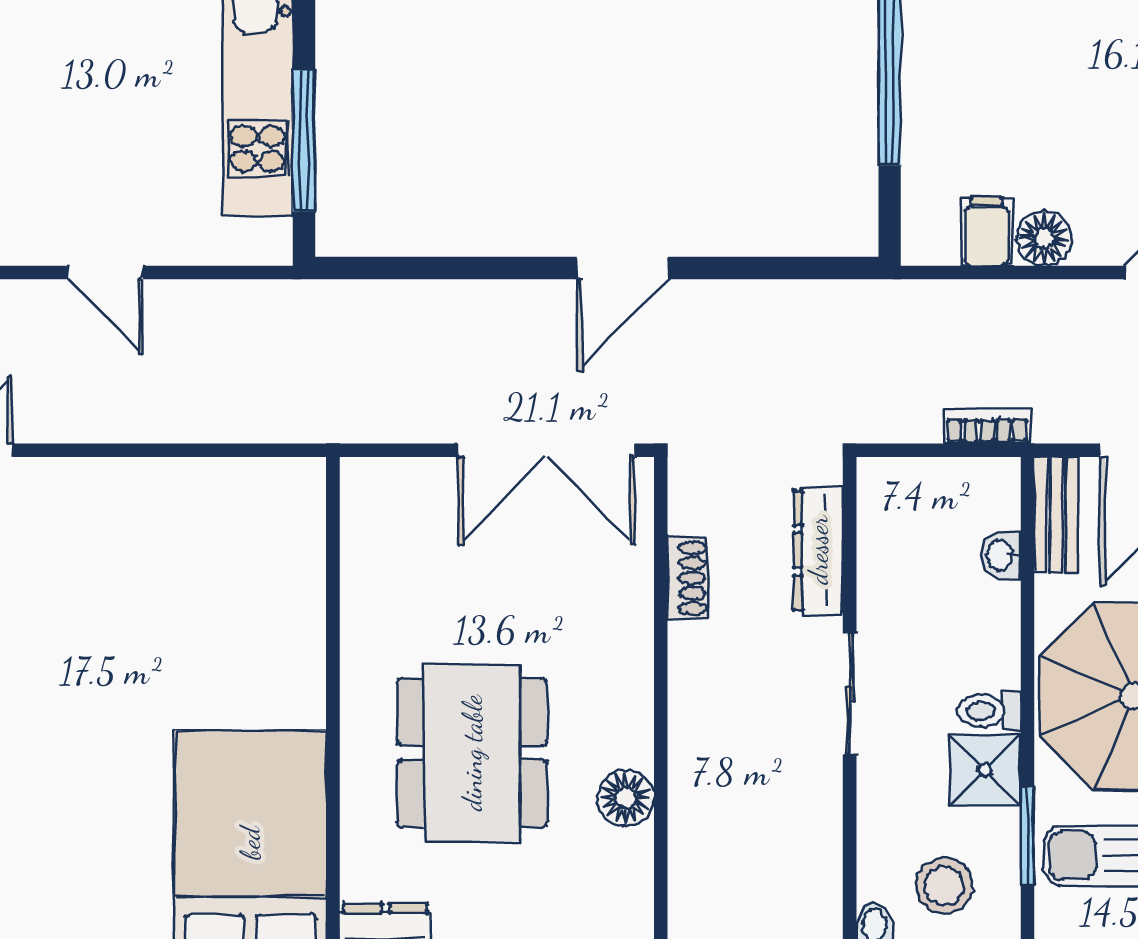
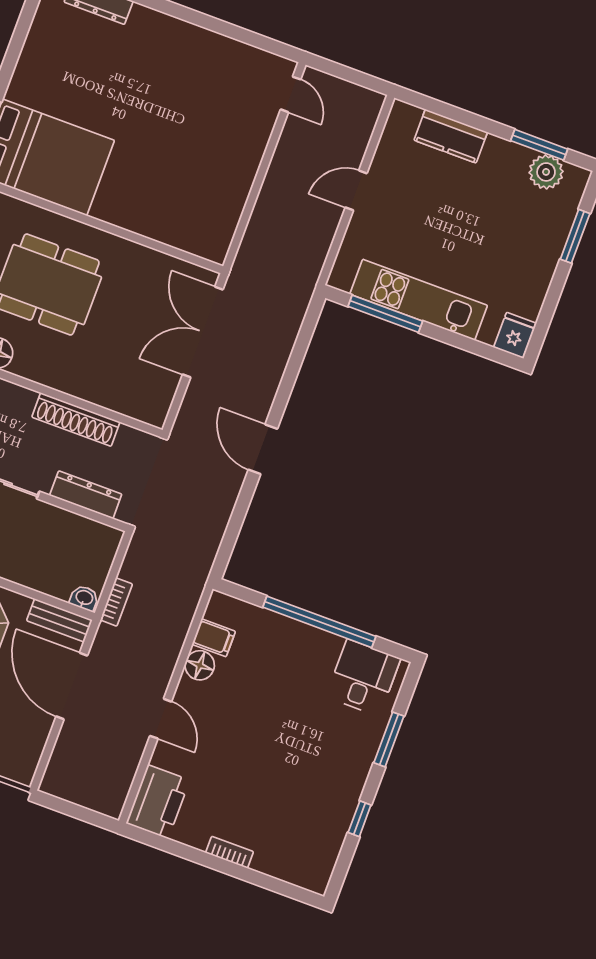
double door: (546, 450) -> (203, 332), moved
washbasin: (1001, 555) -> (84, 598), moved
shoe rack: (687, 578) -> (76, 420), width x1.94, depth x1.24

